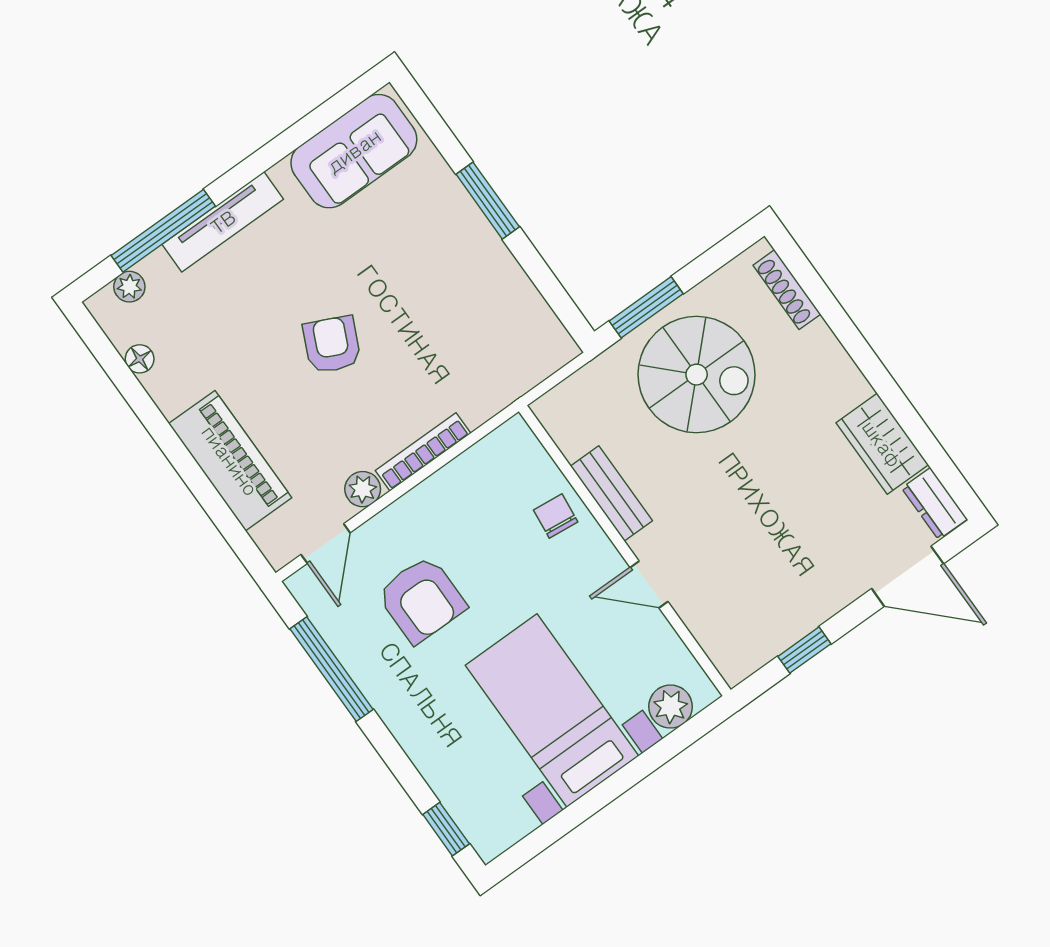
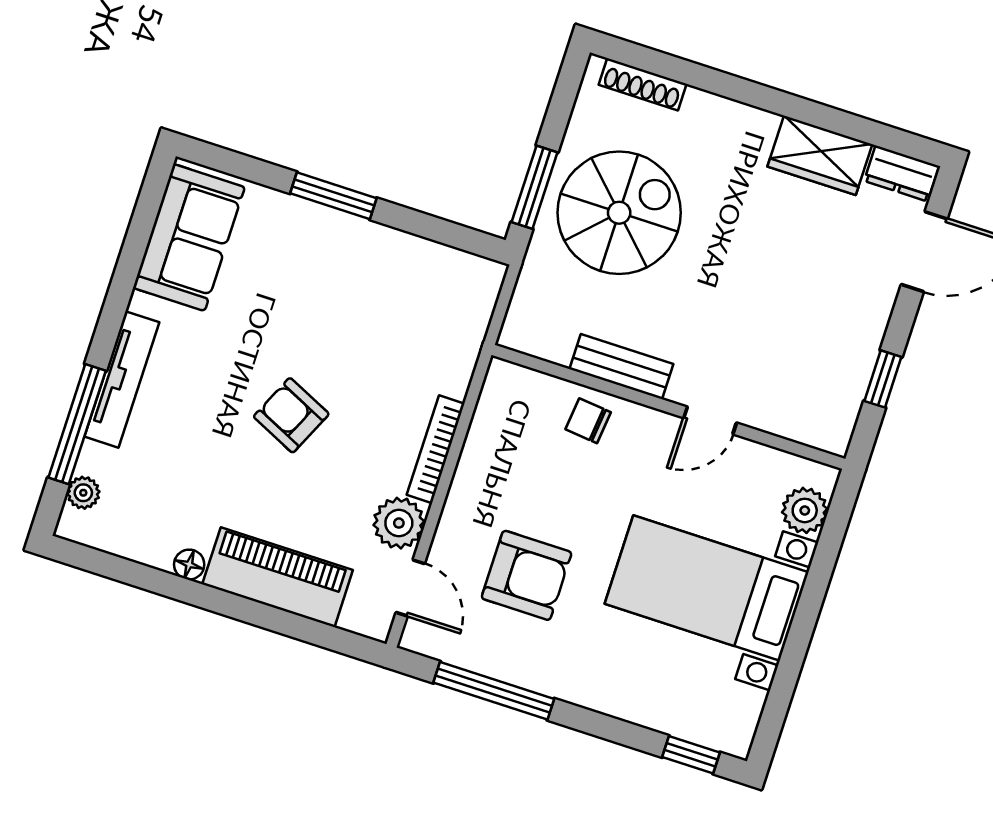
floor lamp: (140, 359) -> (189, 565), moved
plant: (363, 489) -> (399, 523), width x1.38, depth x1.38

